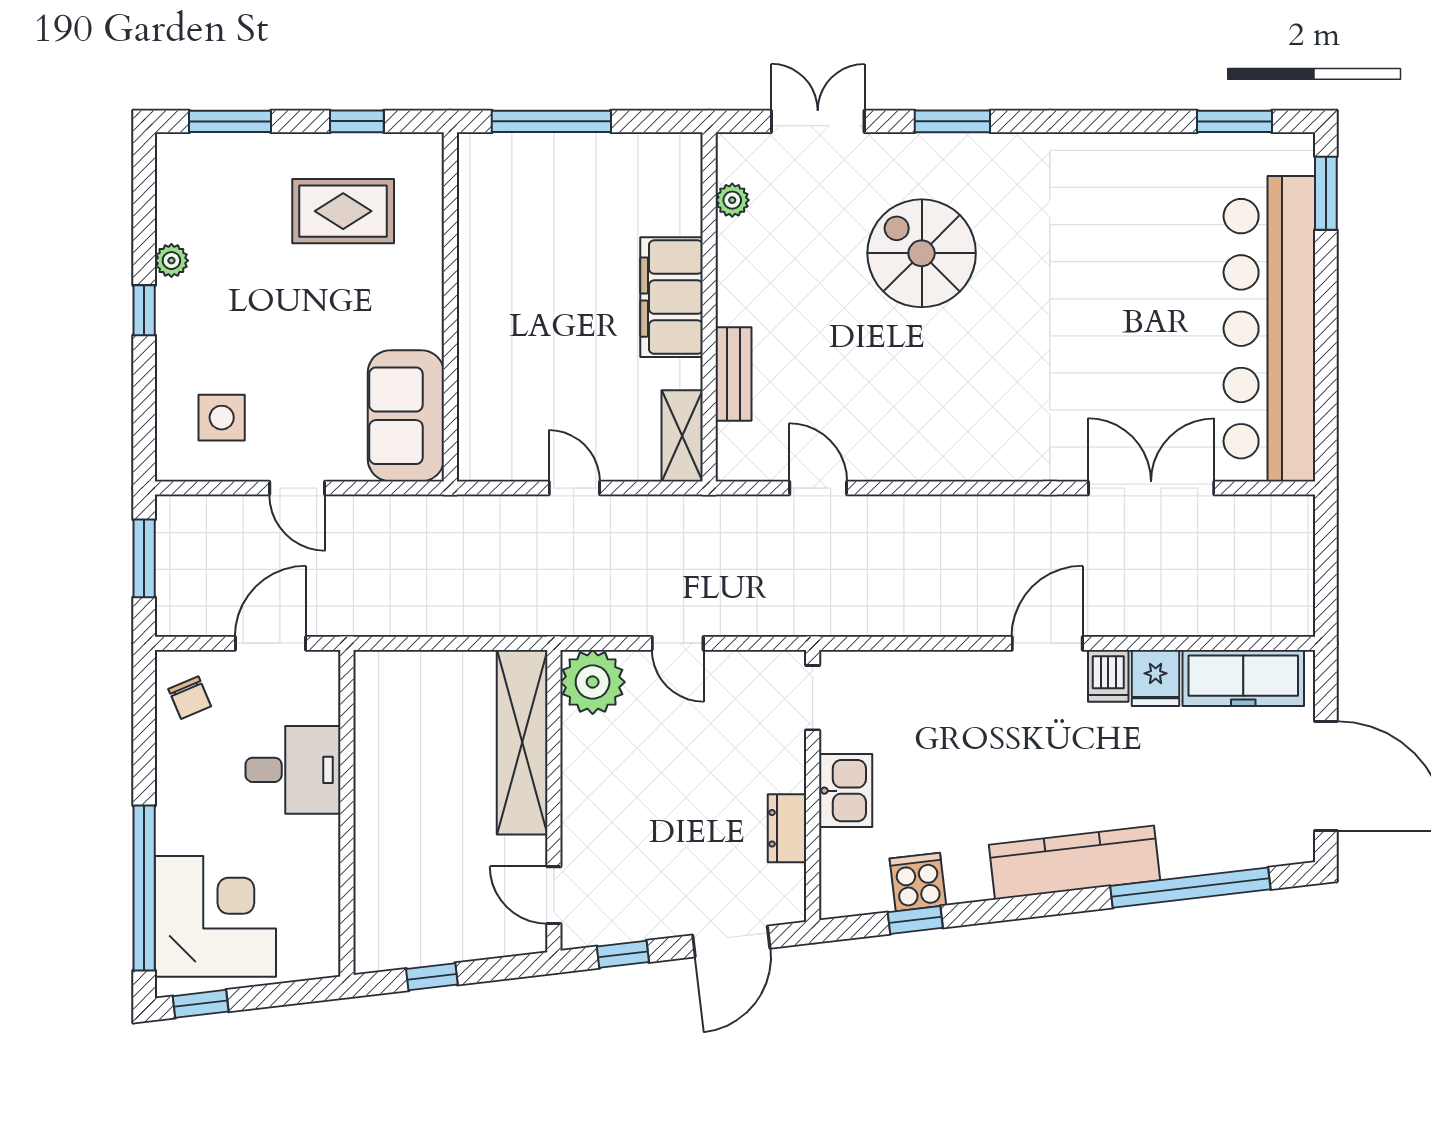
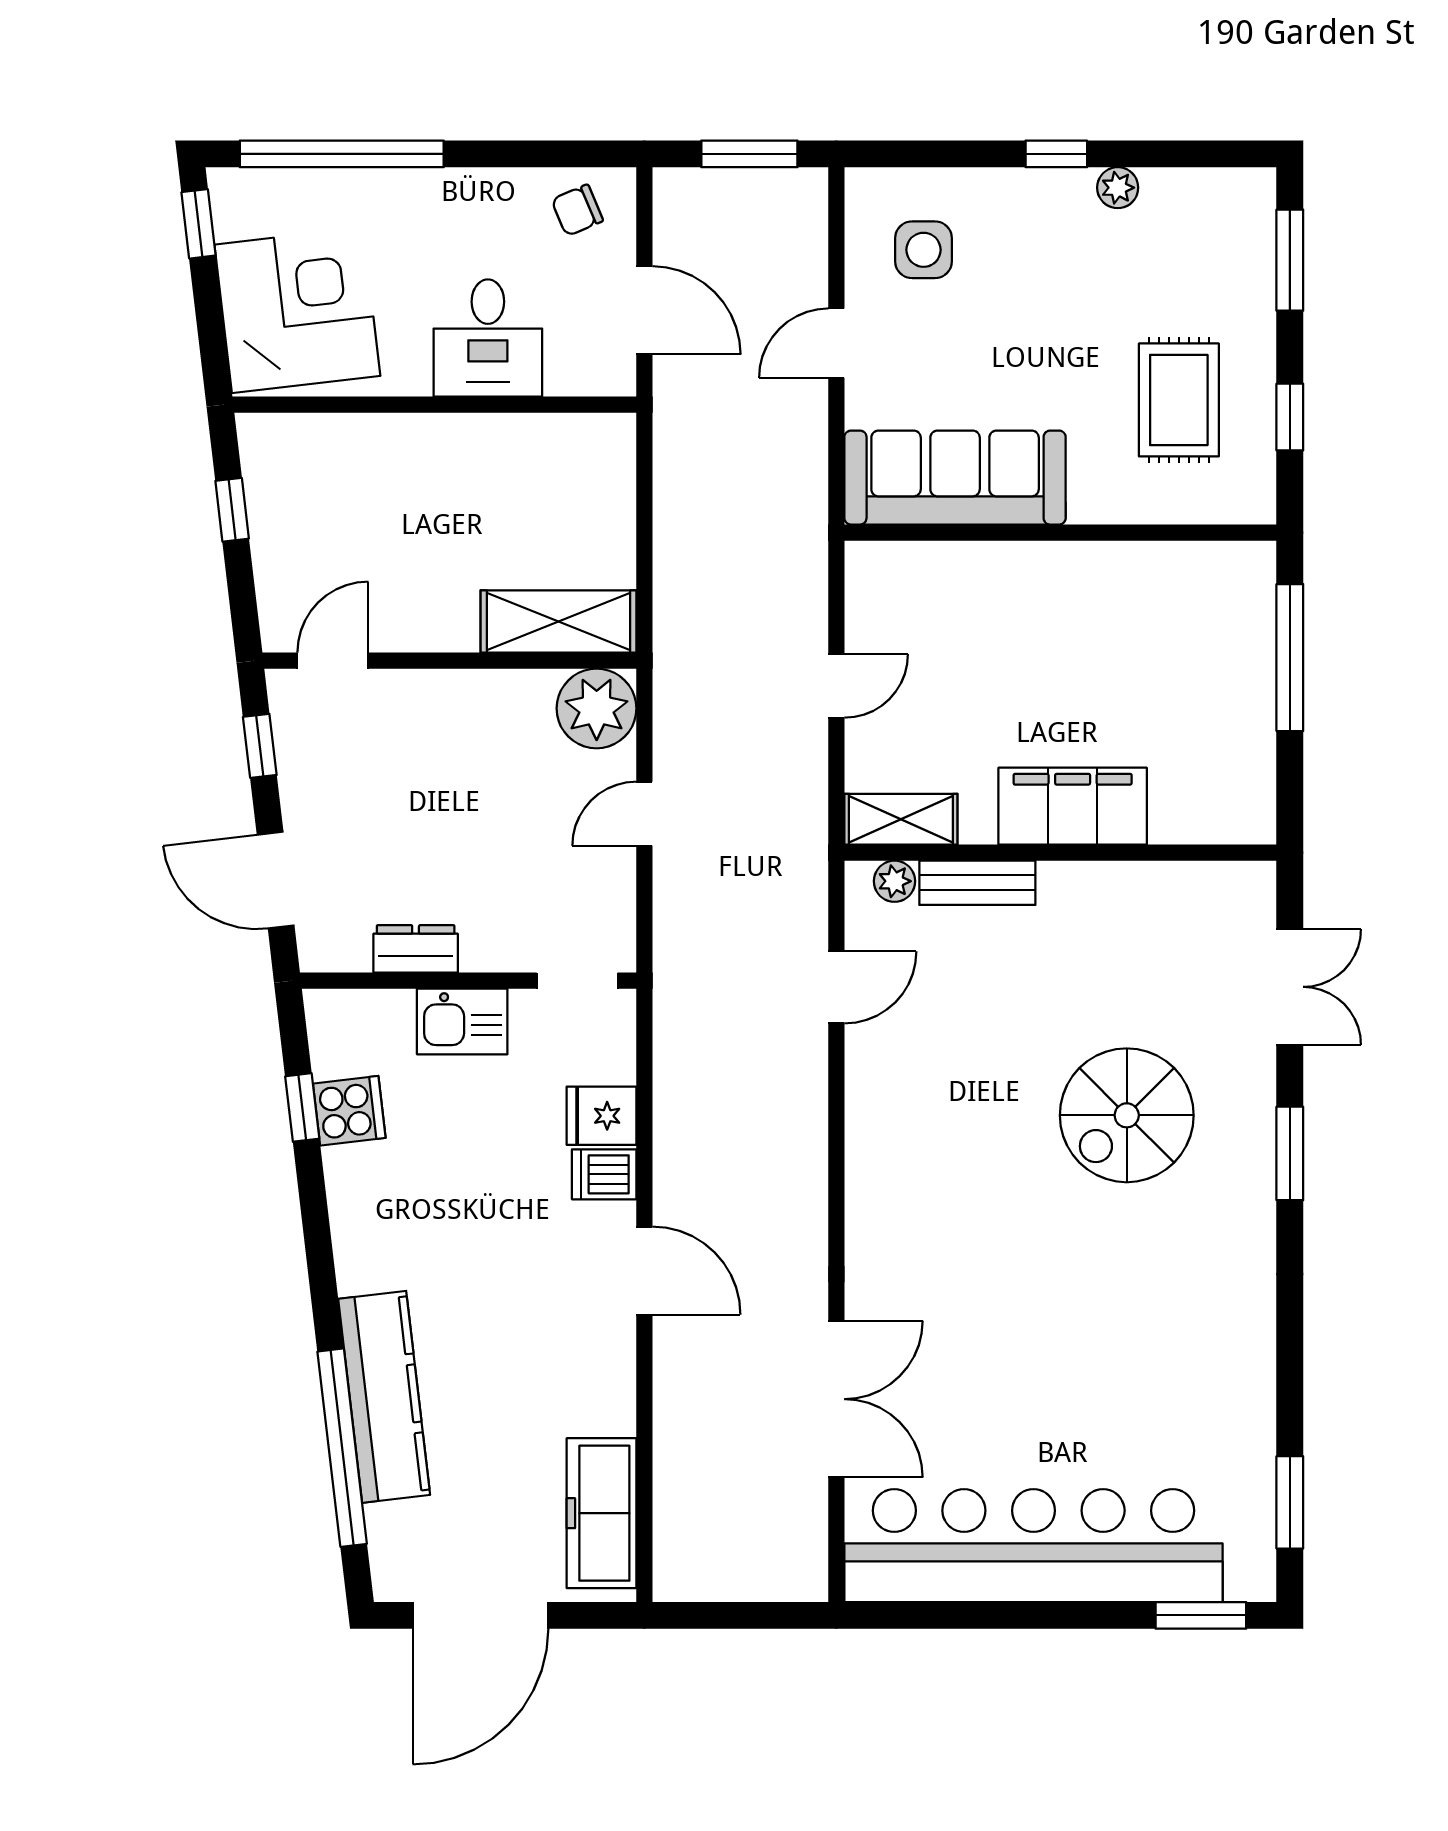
plant: (732, 200) -> (894, 881), moved
spiral stairs: (922, 253) -> (1127, 1115), turned 180
sofa: (406, 416) -> (955, 478), width x1.36
dishwasher: (1108, 676) -> (604, 1174), moved
fridge: (1156, 678) -> (602, 1116), moved
shelving: (522, 742) -> (558, 621), width x0.68
kitchen counter: (1074, 863) -> (384, 1397), moved
corner desk: (215, 916) -> (297, 310), moved, turned -97

